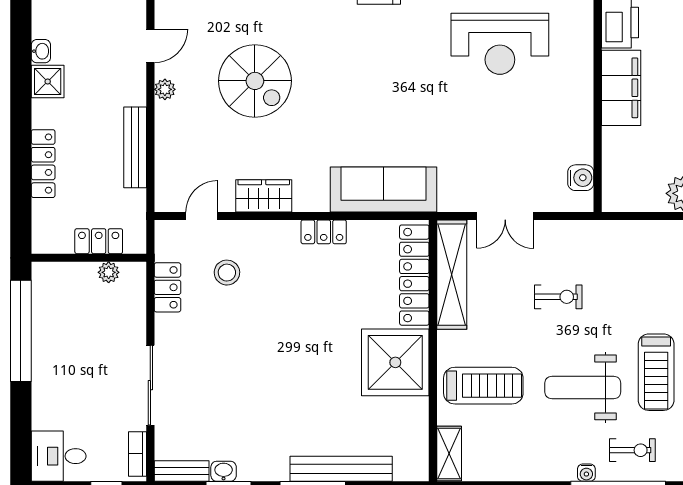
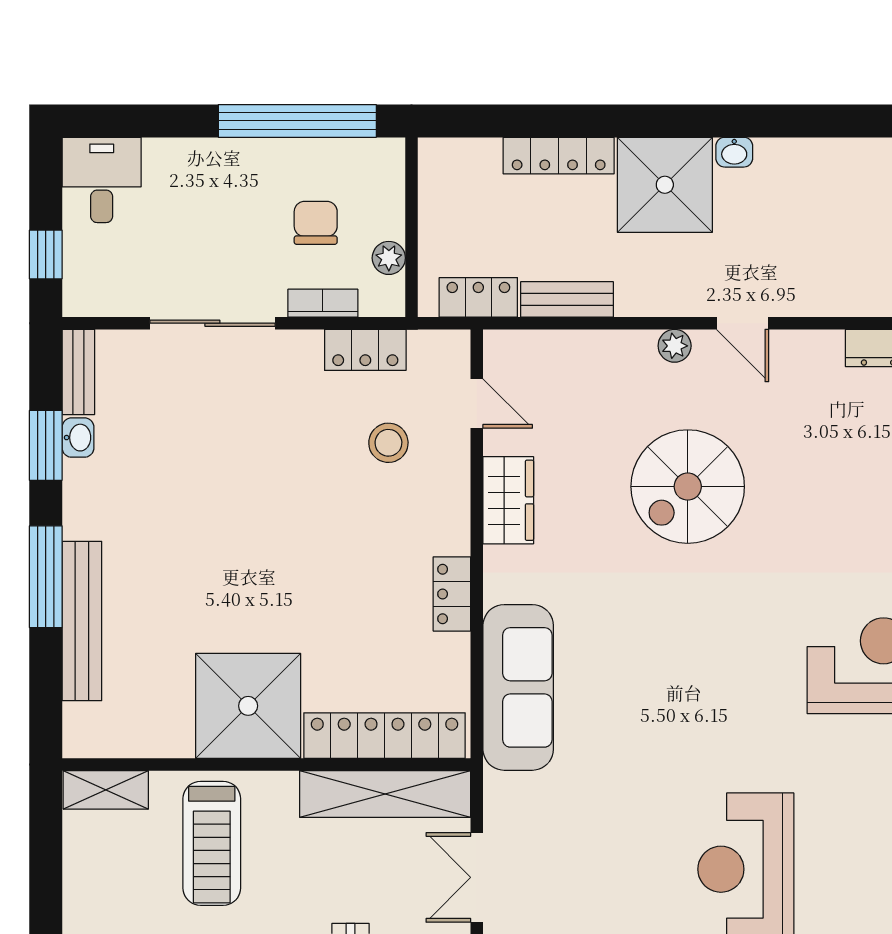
shower: (48, 82) -> (665, 185), width x1.86, depth x1.86
bench: (135, 147) -> (567, 299), width x0.73
locker: (99, 241) -> (478, 297), moved, turned -90
chair: (86, 319) -> (316, 223), added
bookcase: (138, 454) -> (323, 303), moved

